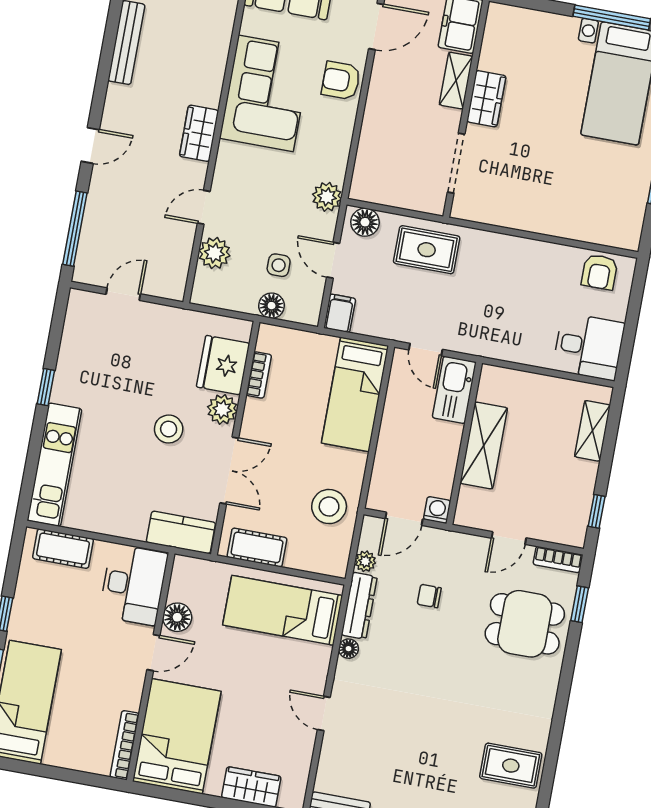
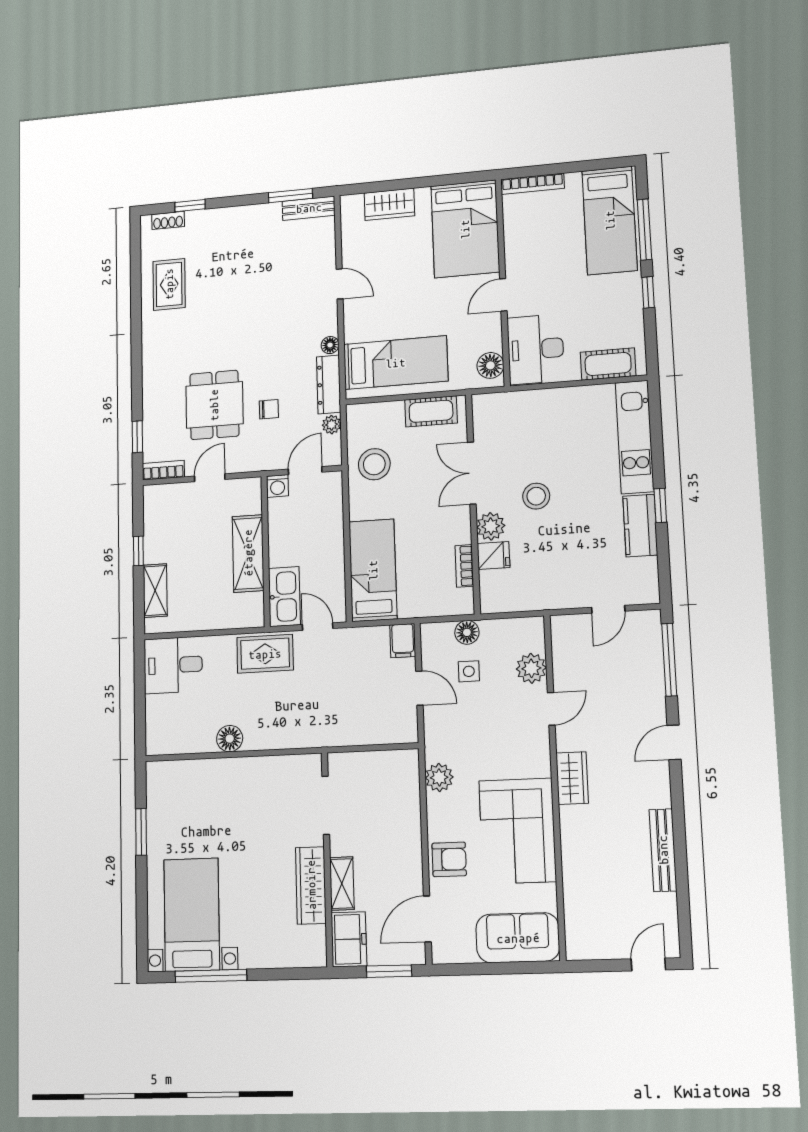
wardrobe: (486, 99) -> (311, 885), width x1.50
plant: (327, 197) -> (439, 777), moved
floor lamp: (365, 222) -> (230, 739), moved
rug: (427, 250) -> (265, 654), moved
armchair: (600, 272) -> (176, 735), removed
fridge: (223, 365) -> (493, 556), width x0.53, depth x0.75
window: (597, 511) -> (138, 551), moved
kitchen counter: (181, 532) -> (640, 526), moved, turned 90
floor lamp: (177, 617) -> (490, 365), moved
dining table: (525, 624) -> (214, 405), moved, turned 90
bookcase: (125, 745) -> (533, 184), moved, turned 90
rug: (511, 766) -> (169, 284), turned 90

